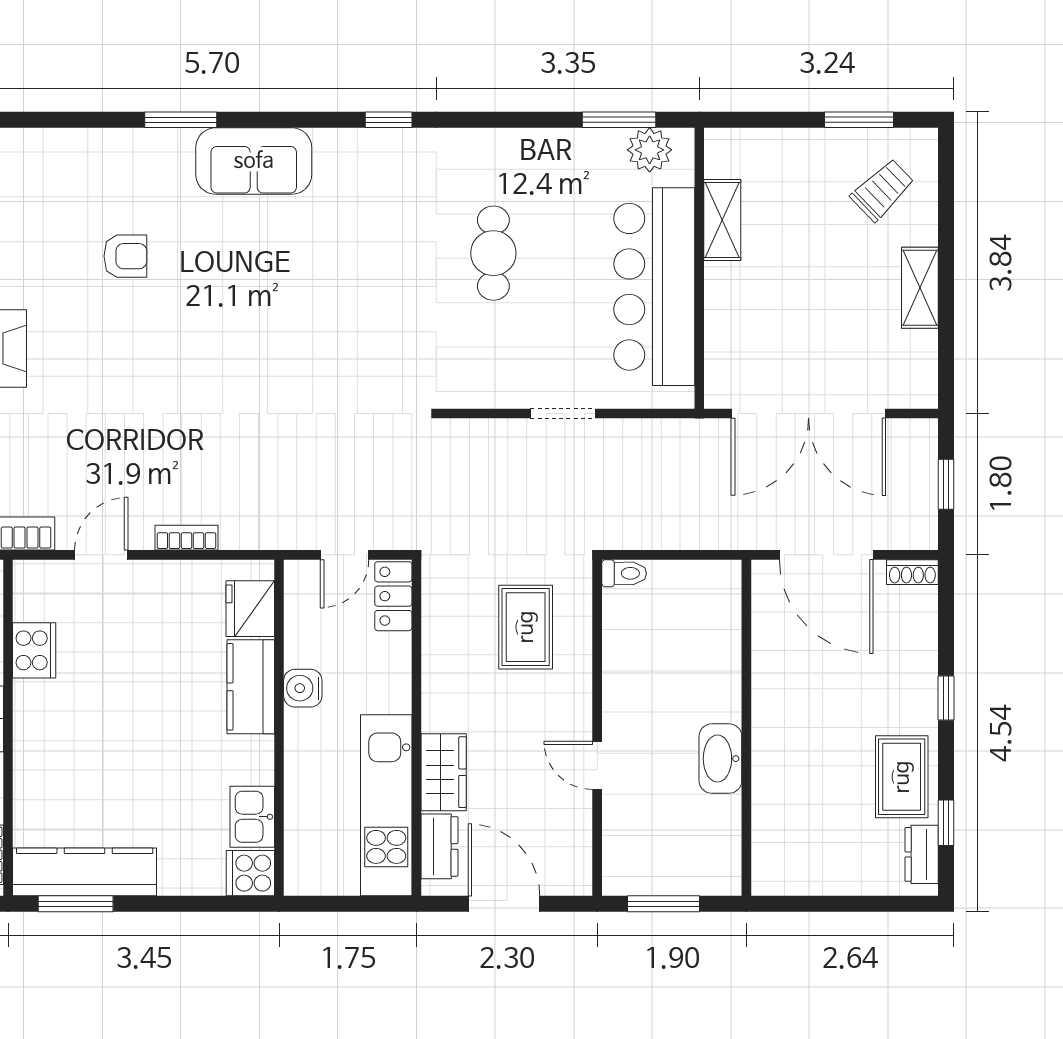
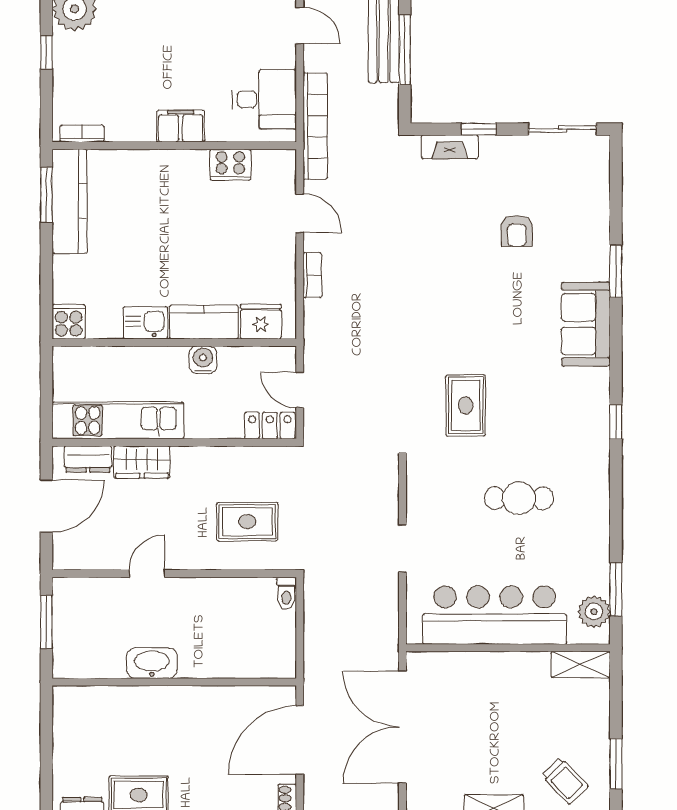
shelving: (722, 220) -> (581, 664), moved
rug: (366, 326) -> (466, 405), added
kitchen sink: (252, 817) -> (145, 323), moved

